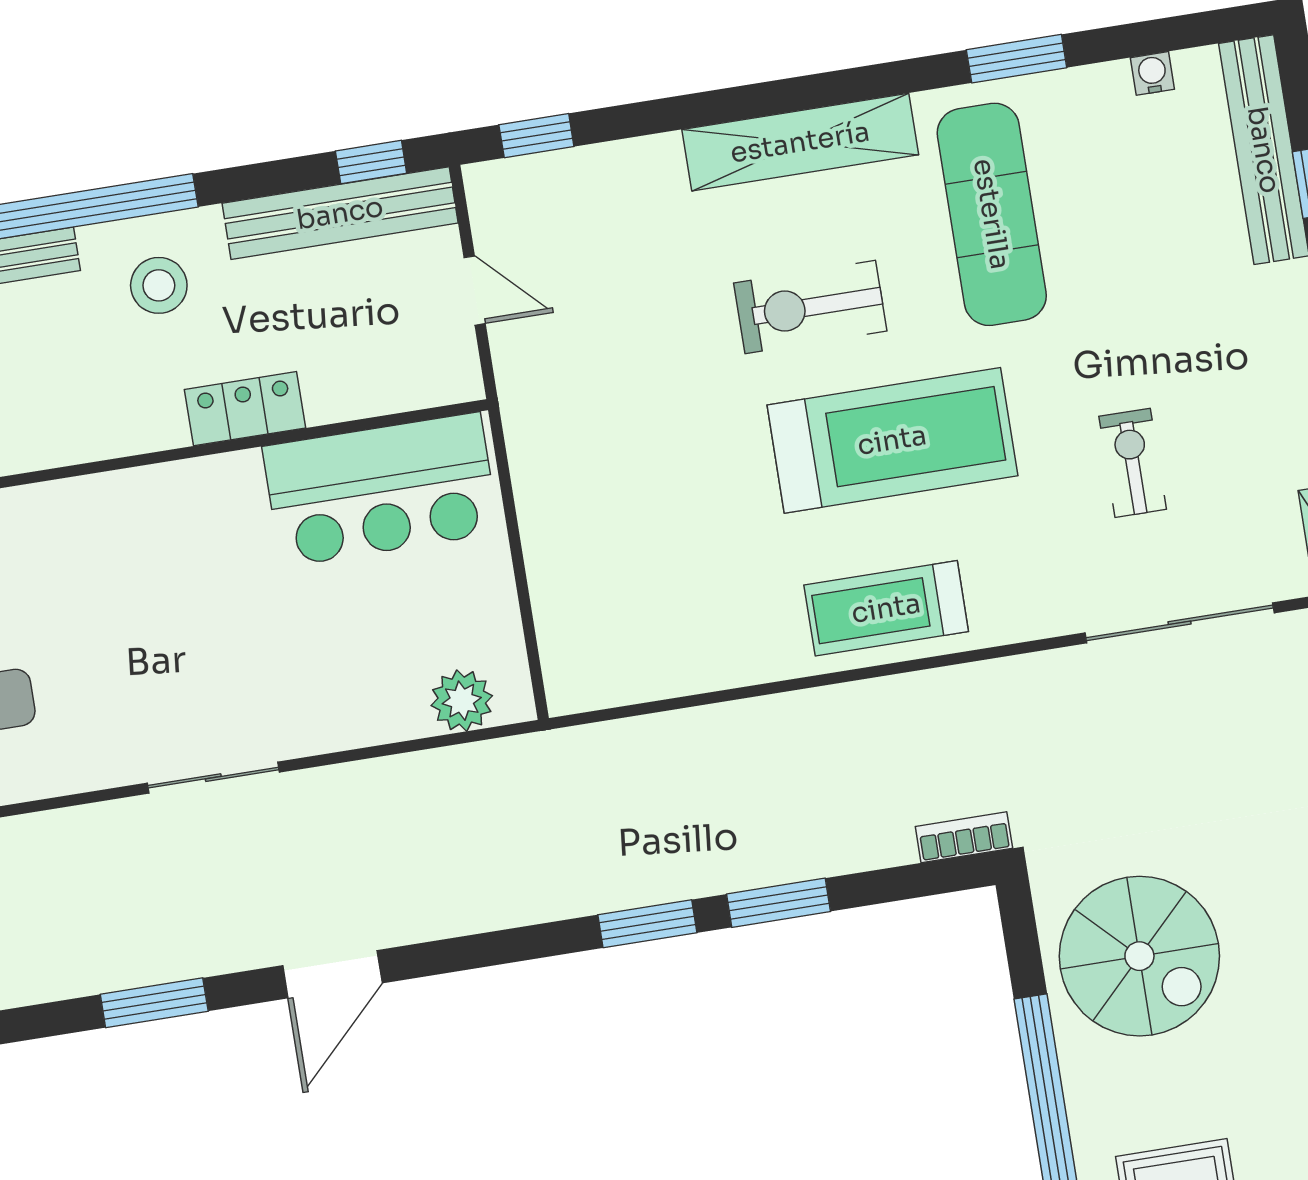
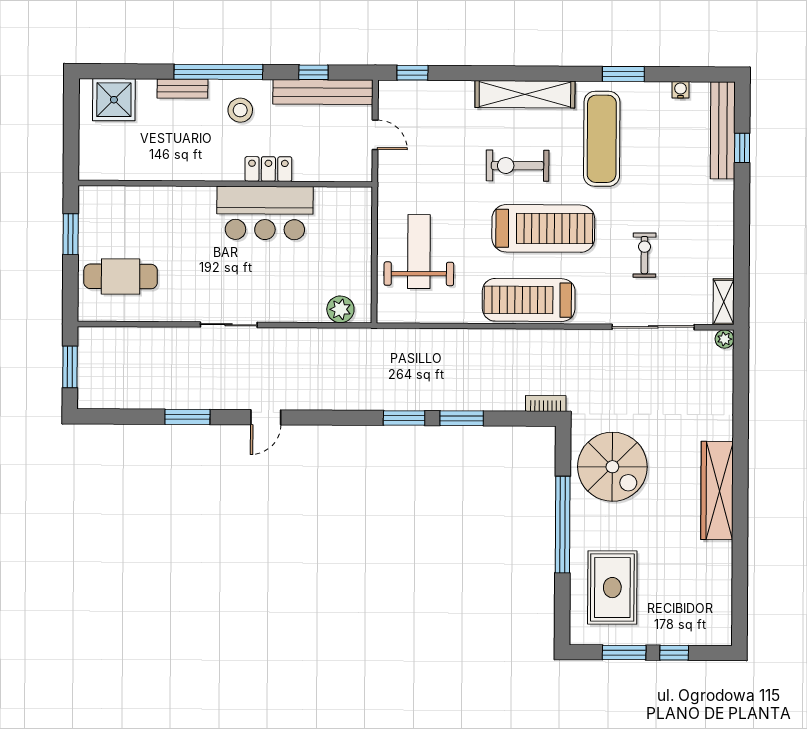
window: (371, 162) -> (313, 72), moved
bar counter: (381, 490) -> (265, 213), moved
weight bench: (618, 540) -> (419, 252), added
treadmill: (886, 608) -> (529, 300), width x1.37, depth x1.38
door: (332, 974) -> (266, 417), width x0.73

